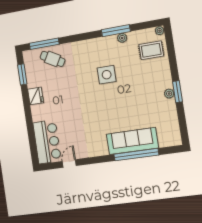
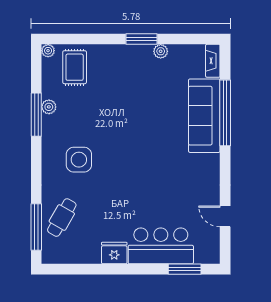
window: (22, 74) -> (185, 269), moved
side table: (107, 75) -> (79, 160), moved
plant: (169, 94) -> (161, 51), moved
bar counter: (47, 142) -> (161, 246), moved
fireplace: (170, 142) -> (213, 61), added

